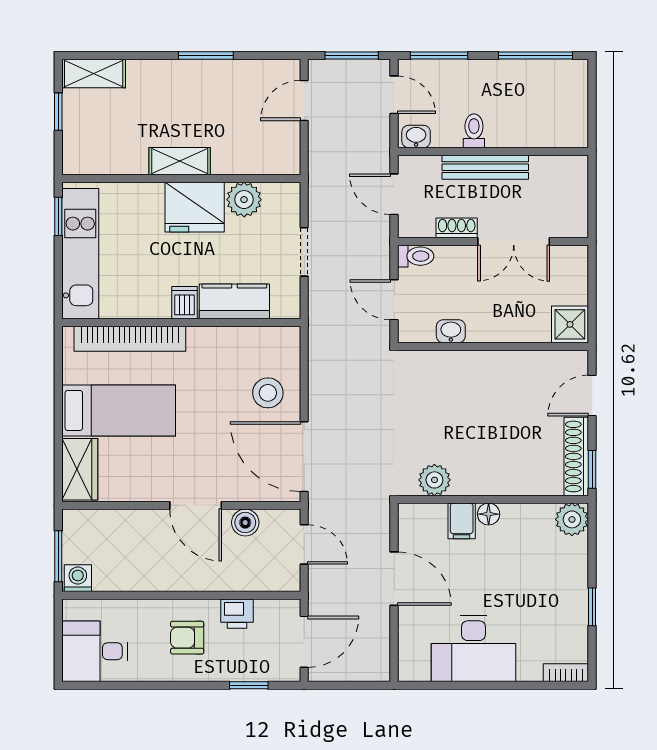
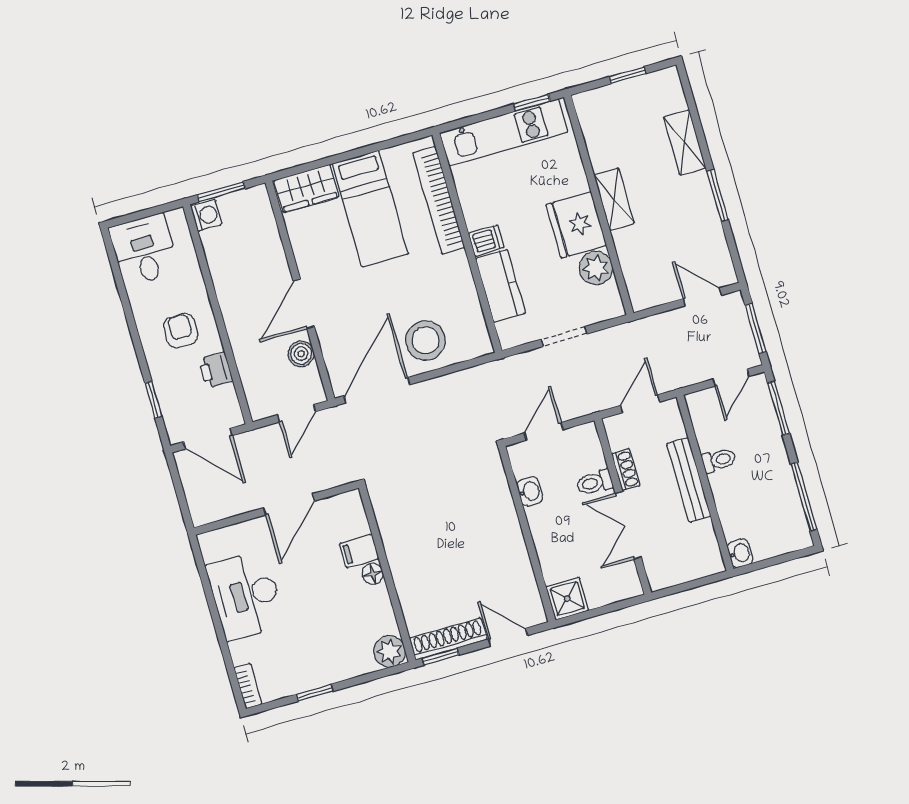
shelving: (94, 73) -> (685, 142), moved
washbasin: (416, 136) -> (740, 553), moved
toilet: (416, 256) -> (595, 482), moved, turned 90
stool: (268, 393) -> (426, 340), width x1.38, depth x1.38
plant: (434, 480) -> (390, 515), removed

